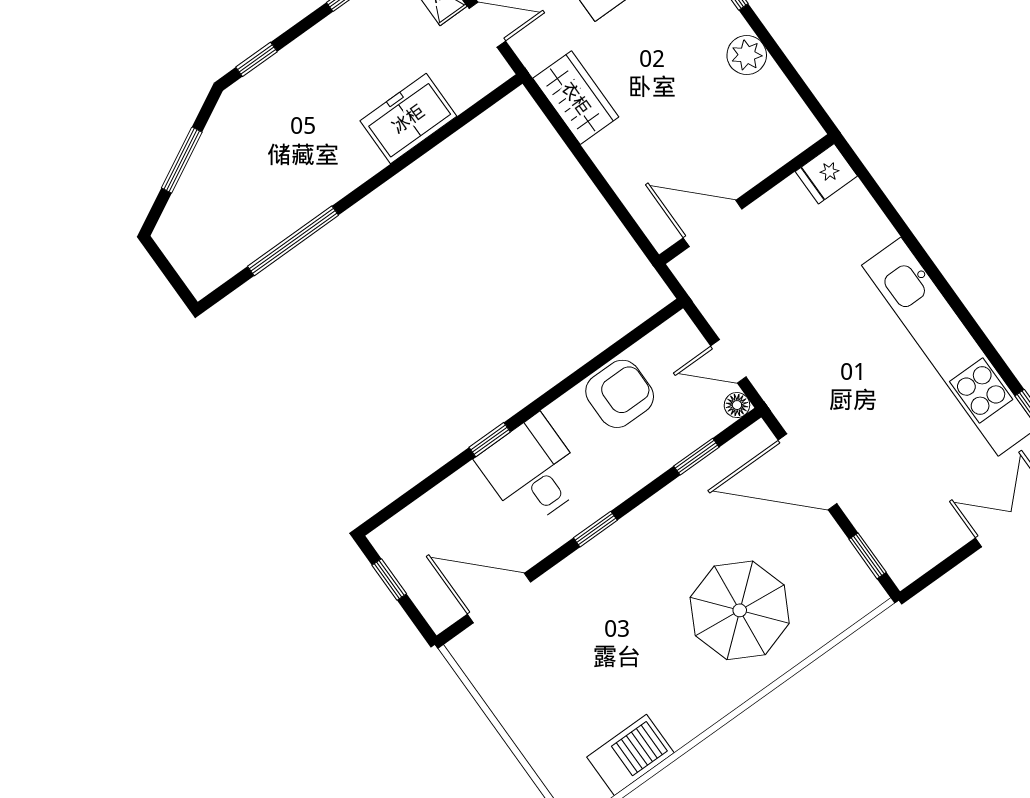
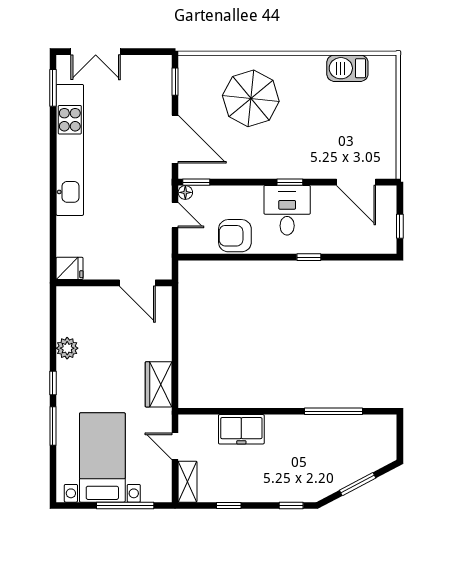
window: (696, 457) -> (196, 182), moved
desk: (532, 471) -> (287, 210), moved, turned 180

